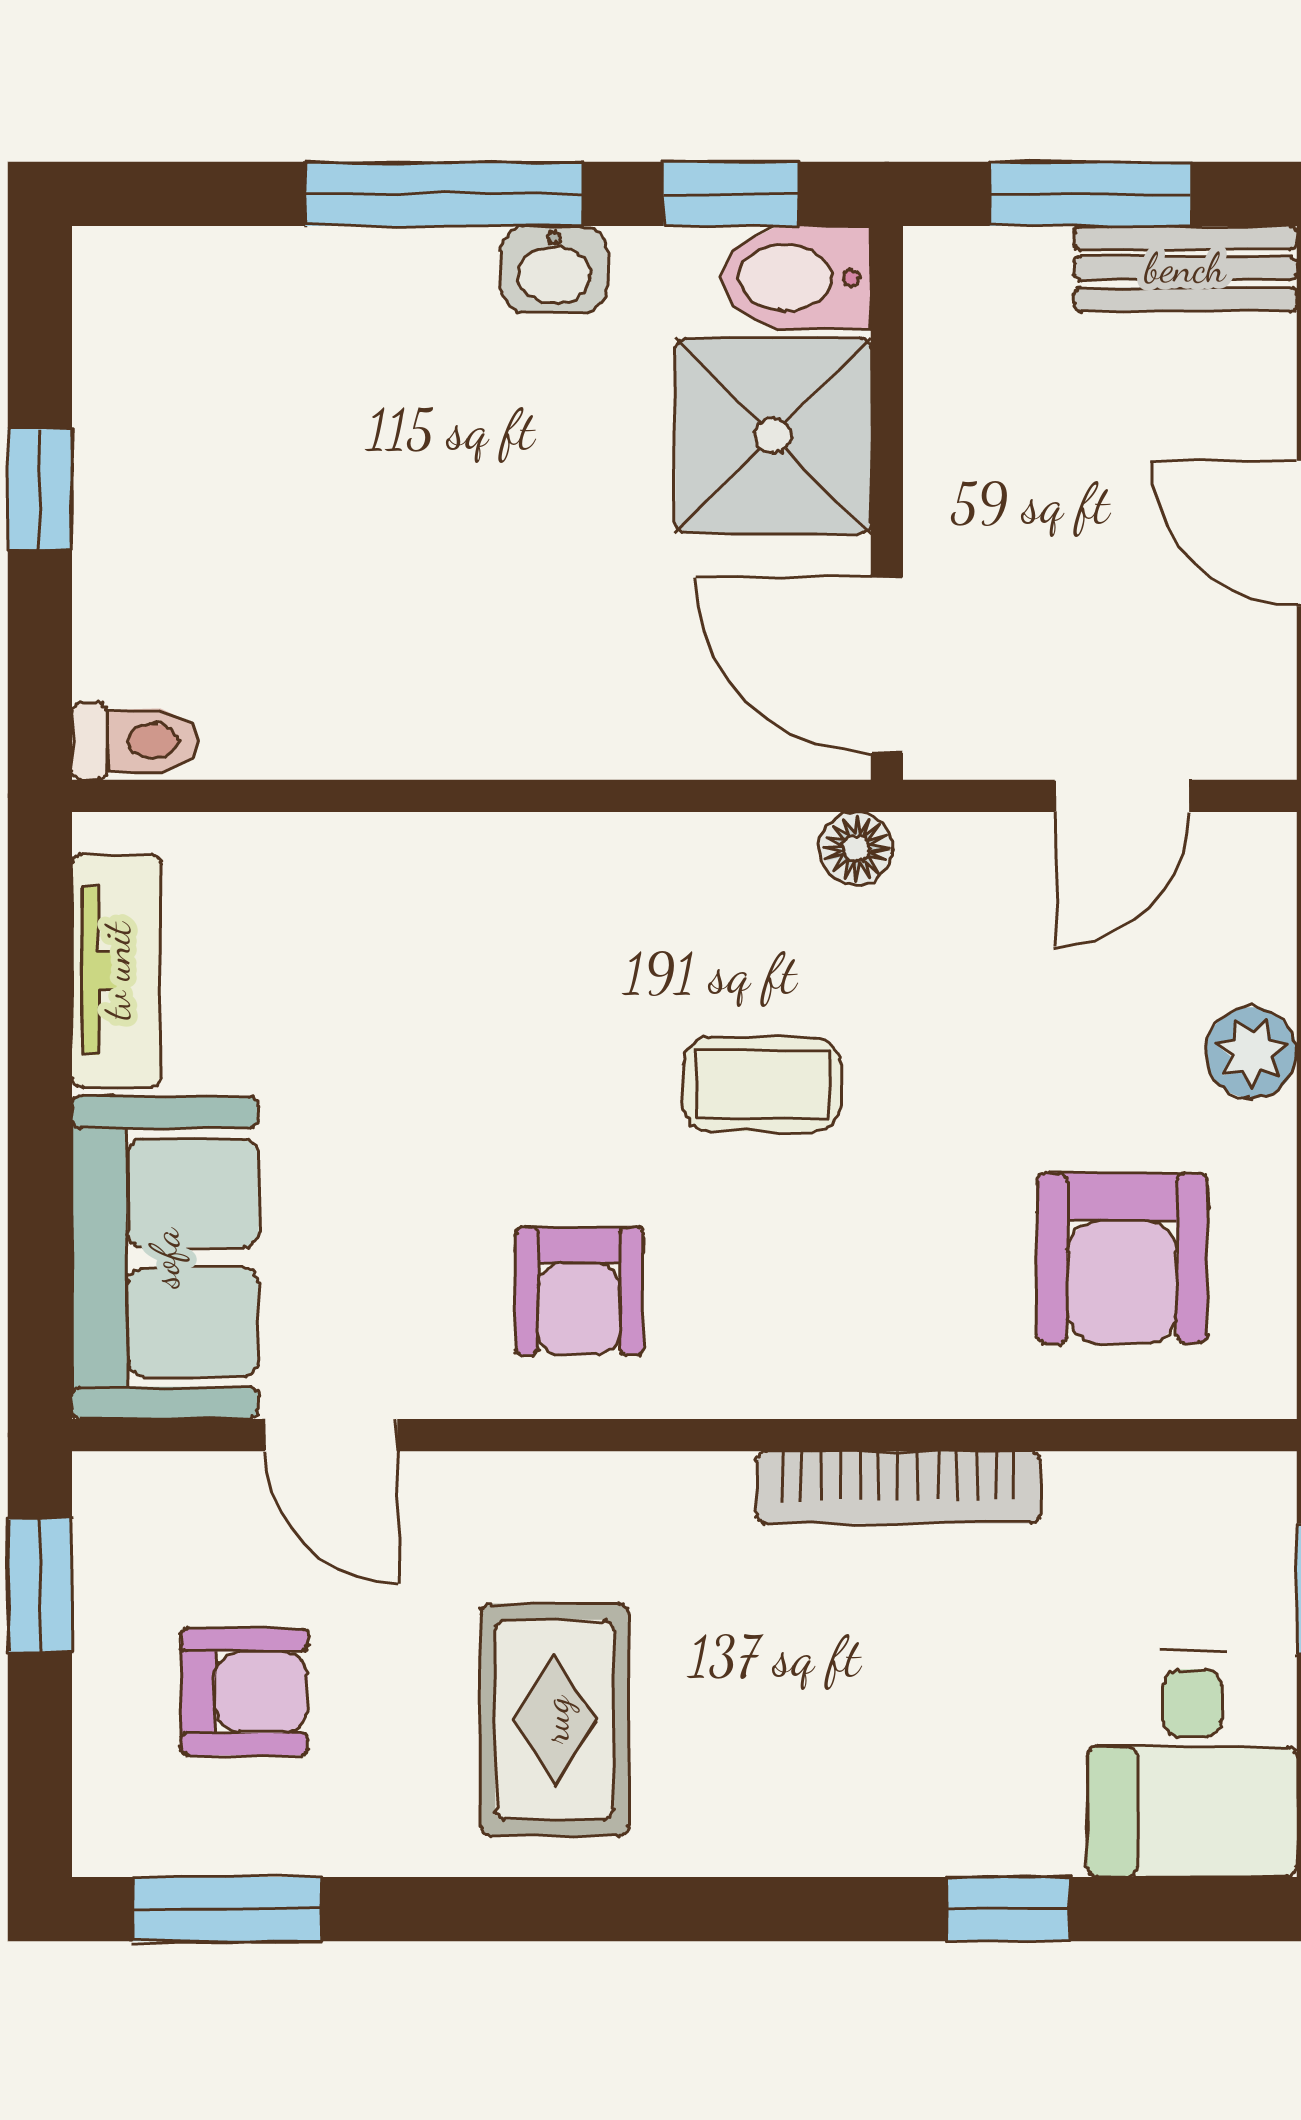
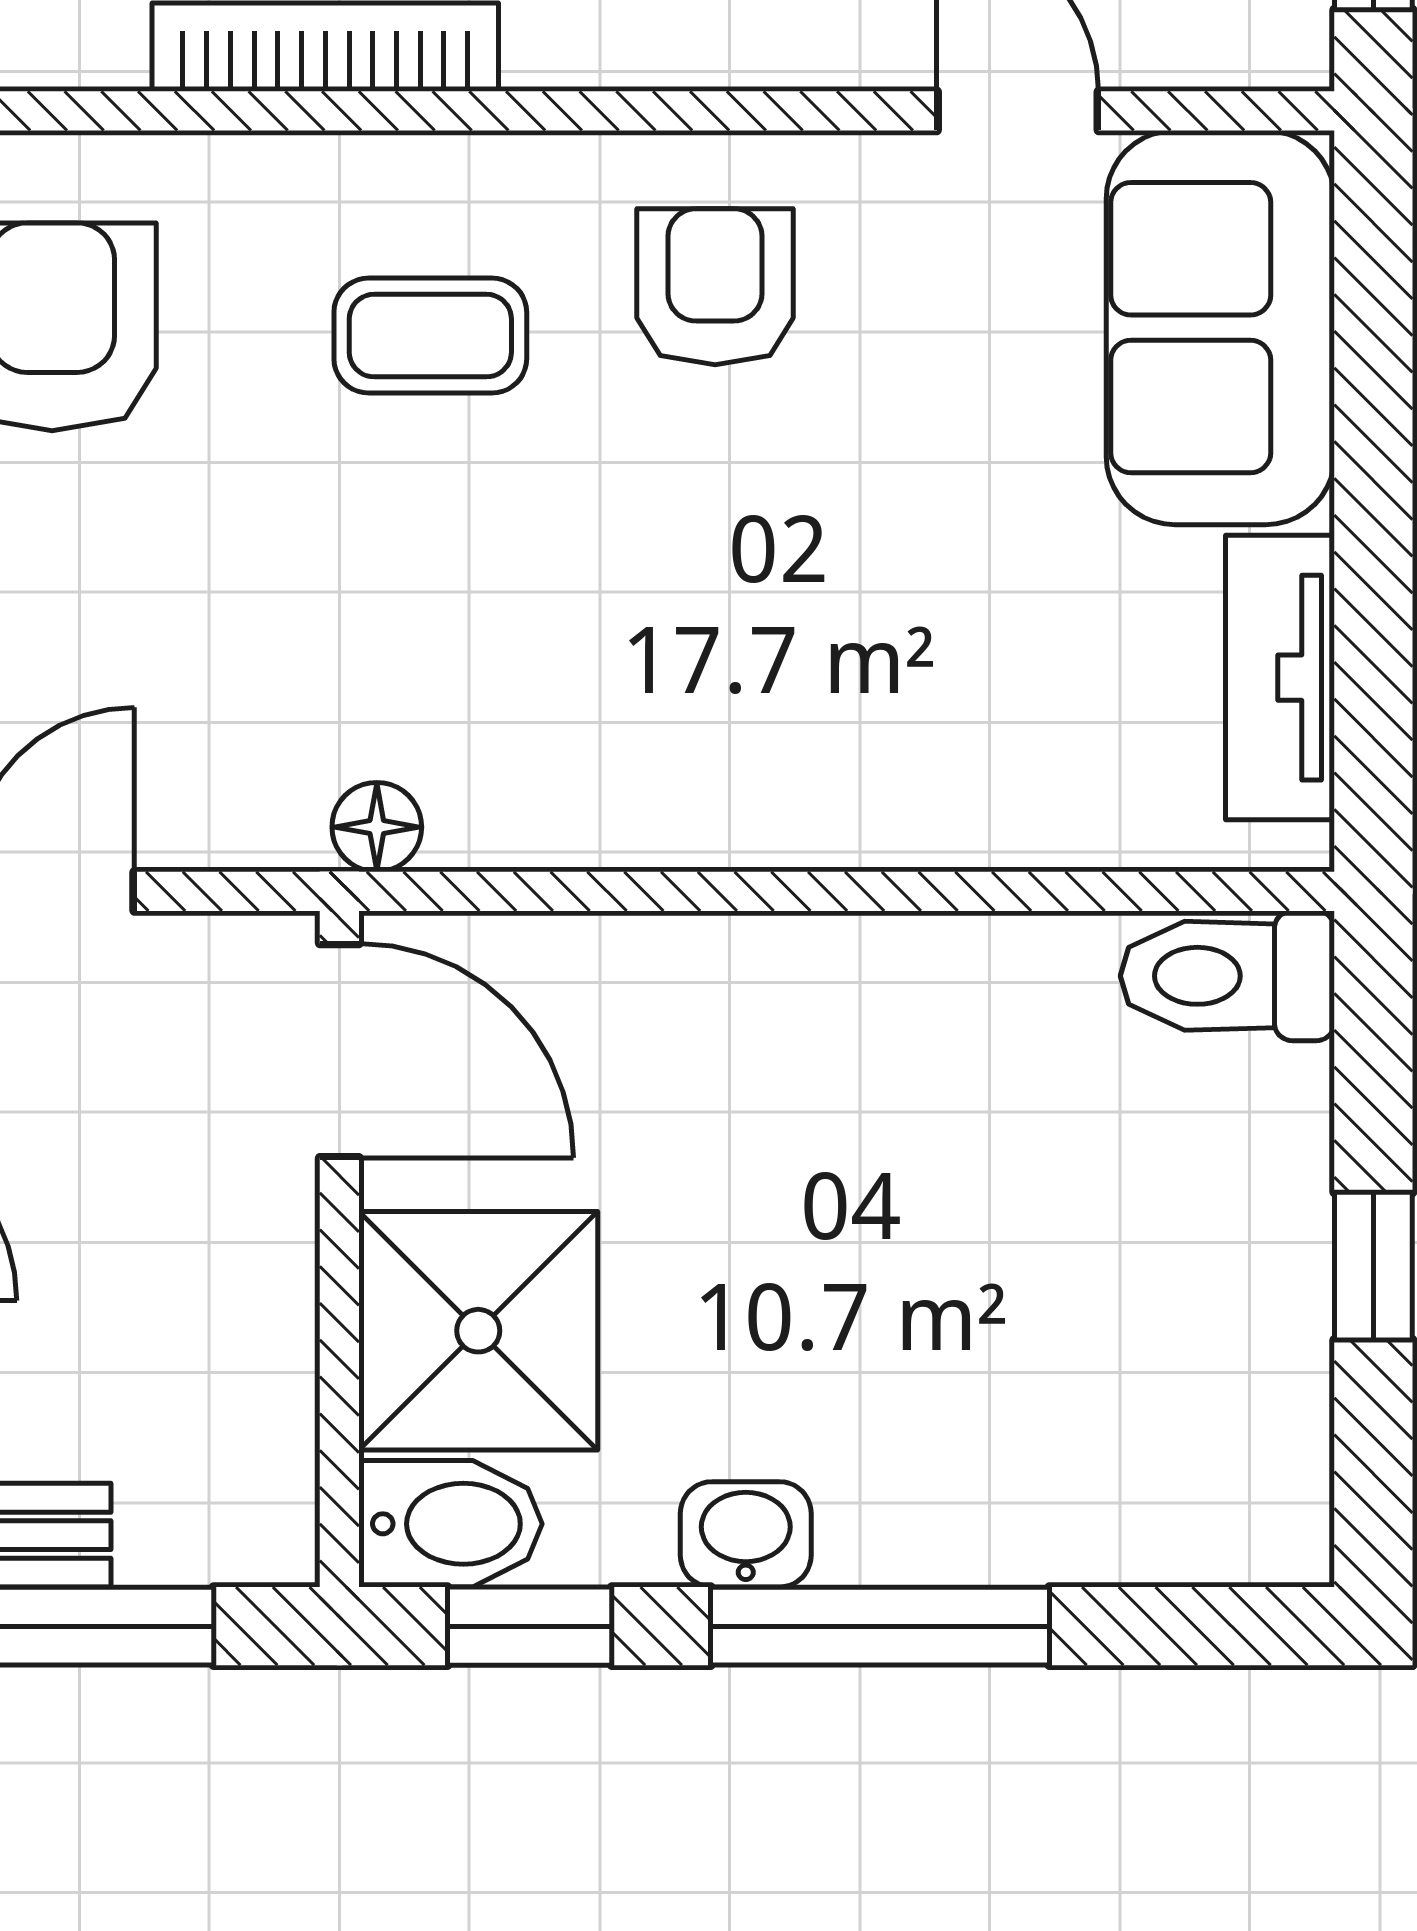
toilet: (135, 741) -> (1227, 976), width x1.37, depth x1.39
coffee table: (762, 1085) -> (430, 336), moved

